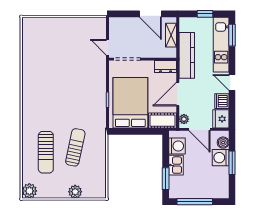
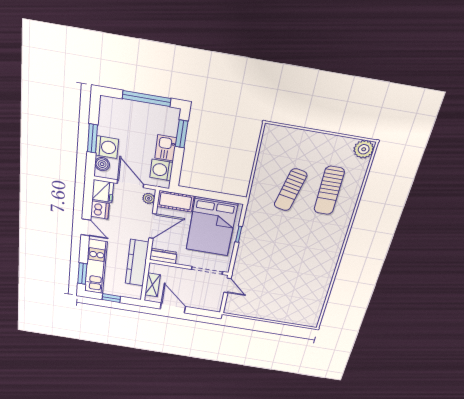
sun lounger: (46, 152) -> (329, 191), turned 180
plant: (75, 192) -> (304, 138), removed

